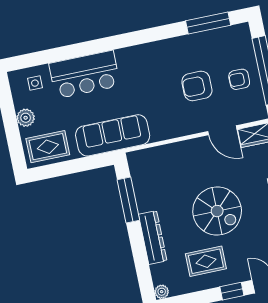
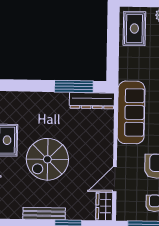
sofa: (113, 135) -> (131, 112), moved
dresser: (153, 238) -> (92, 101), moved

